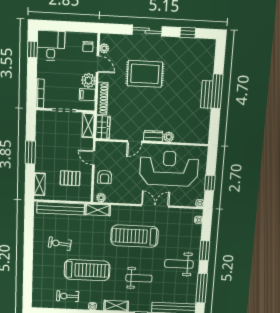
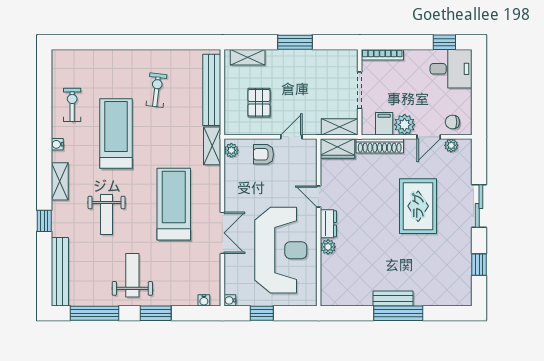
treadmill: (87, 270) -> (116, 134), turned 180

